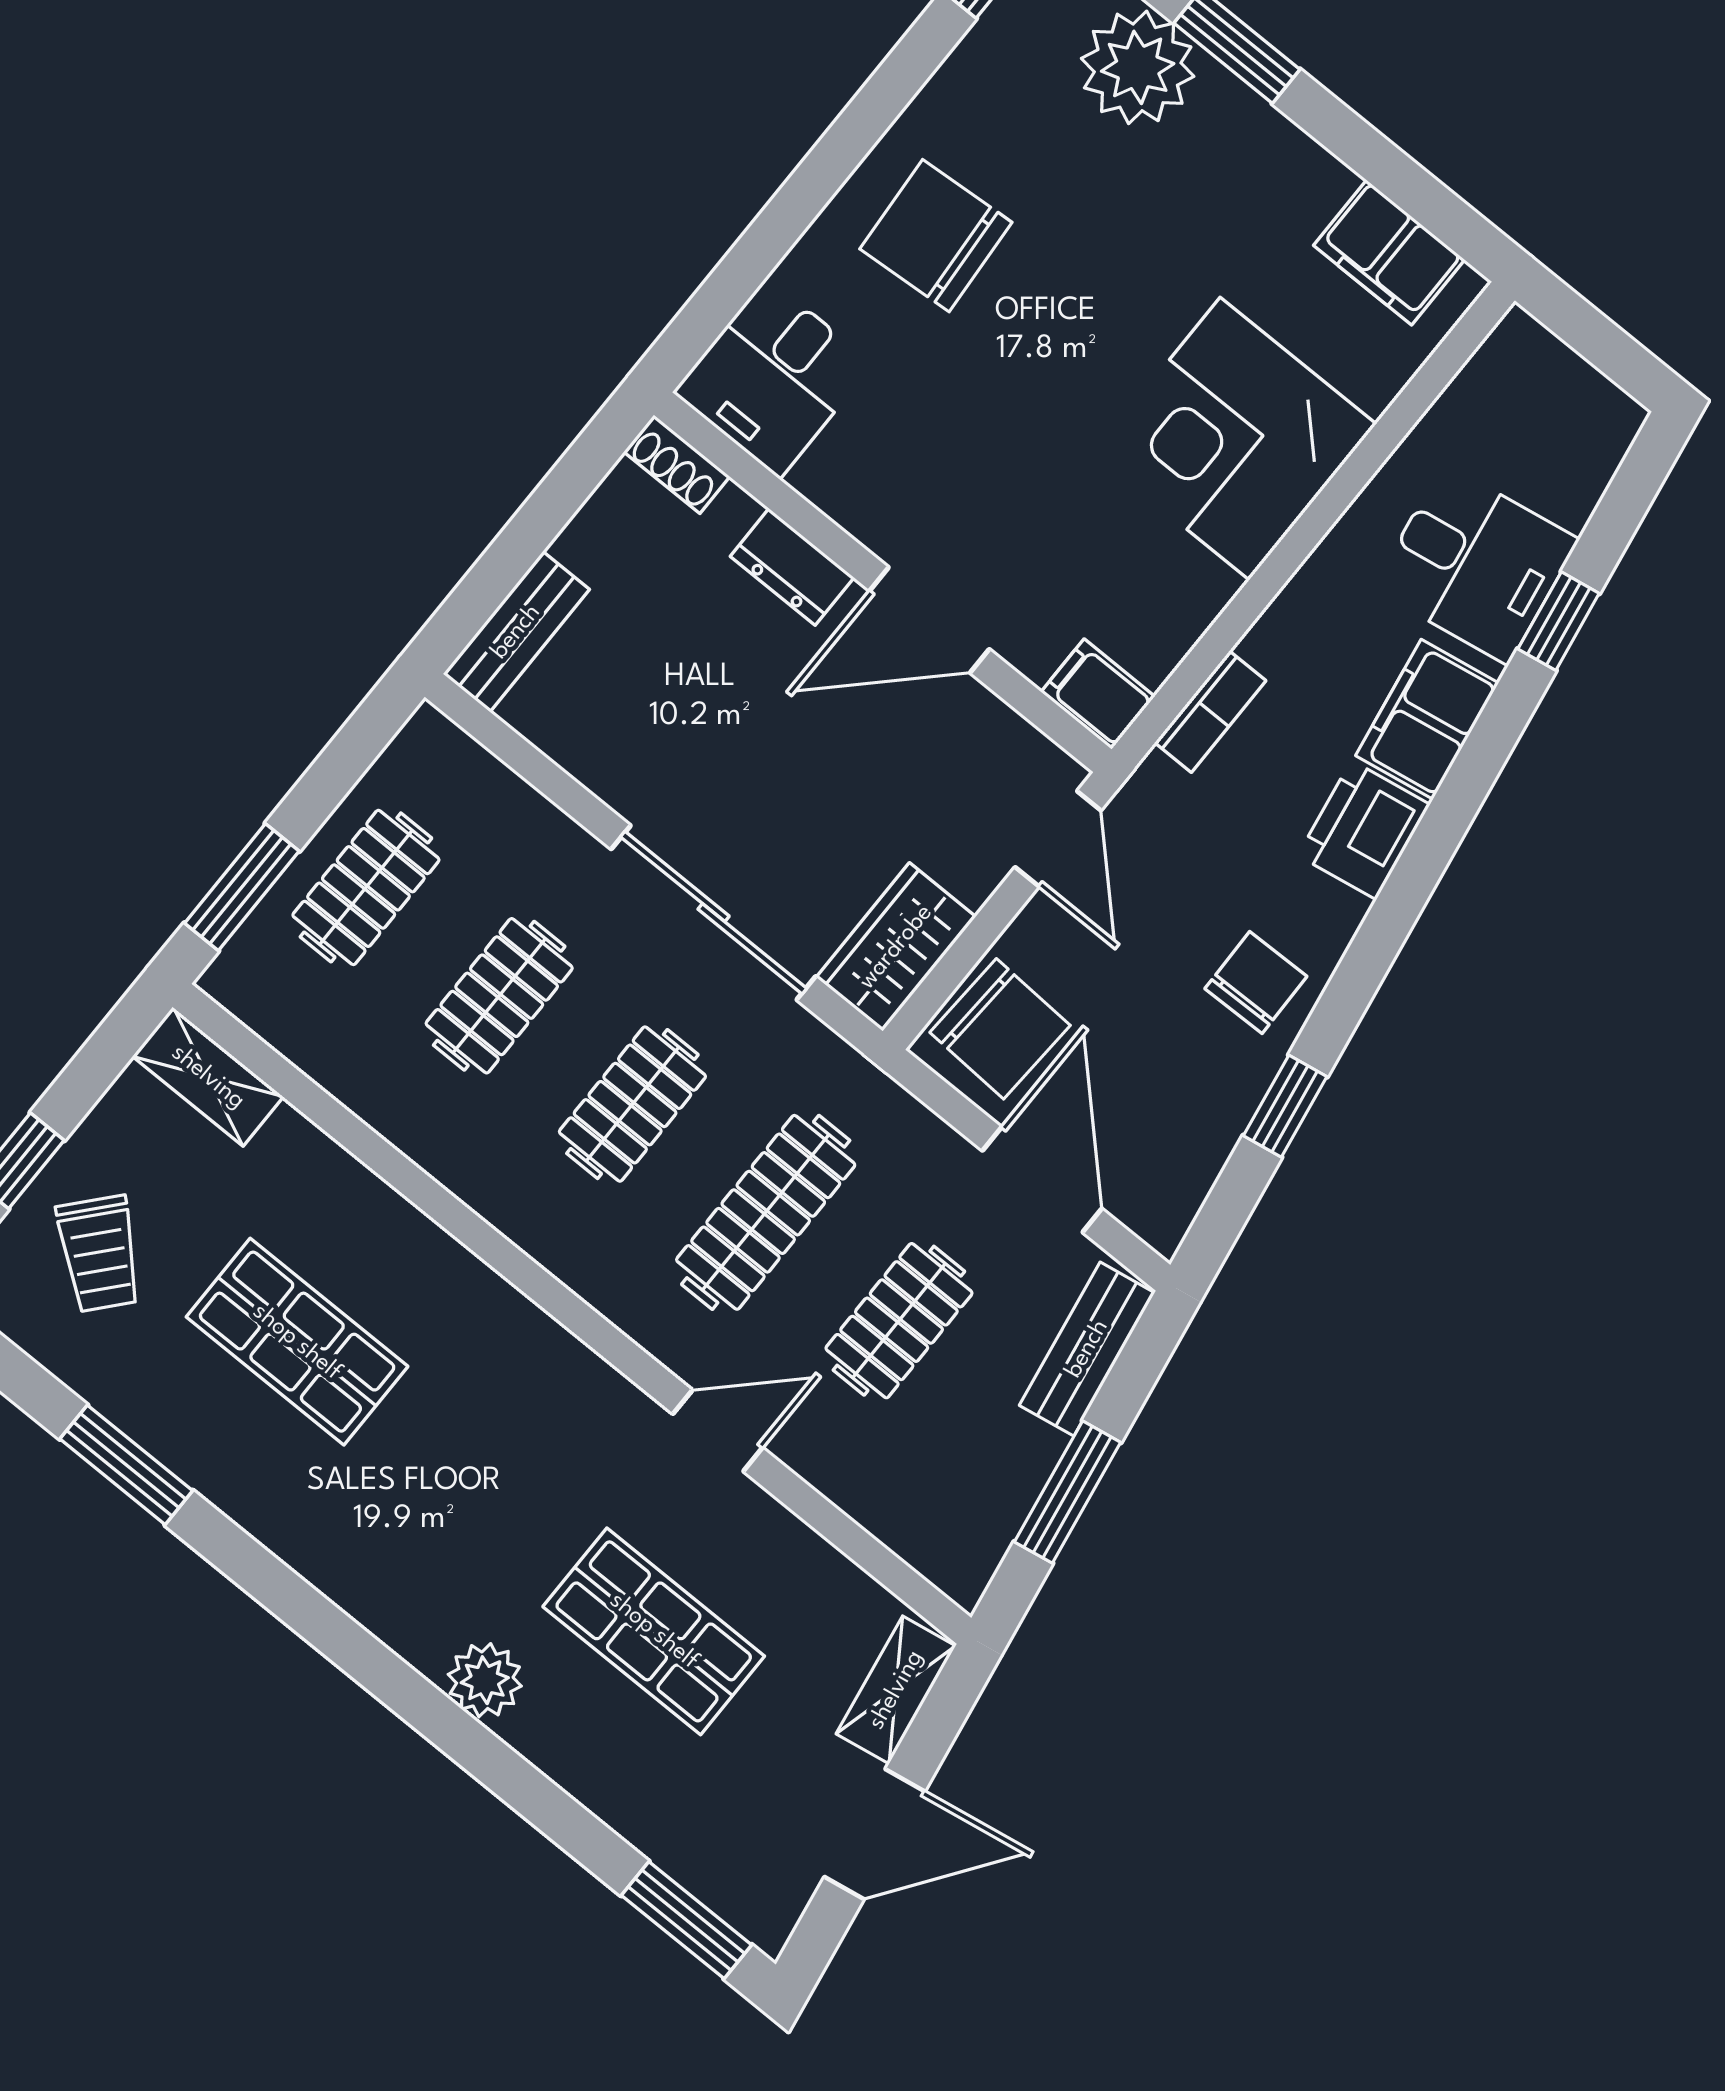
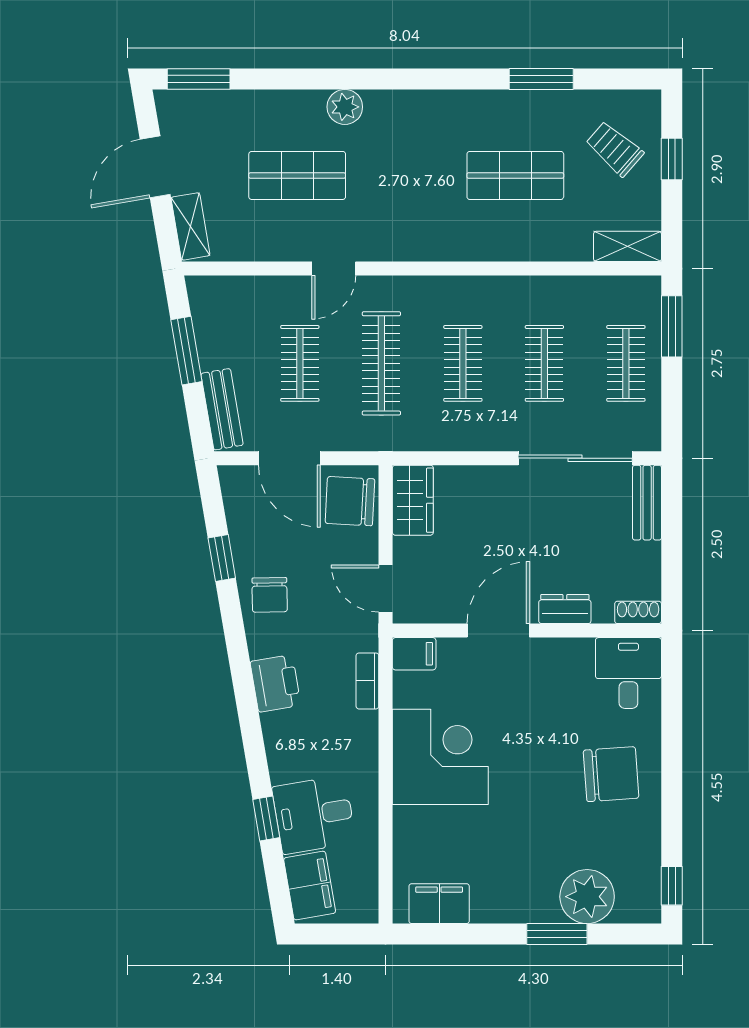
corner desk: (1235, 439) -> (440, 757), moved
filing cabinet: (1427, 719) -> (310, 886), moved
sliding door: (714, 913) -> (575, 458), moved

